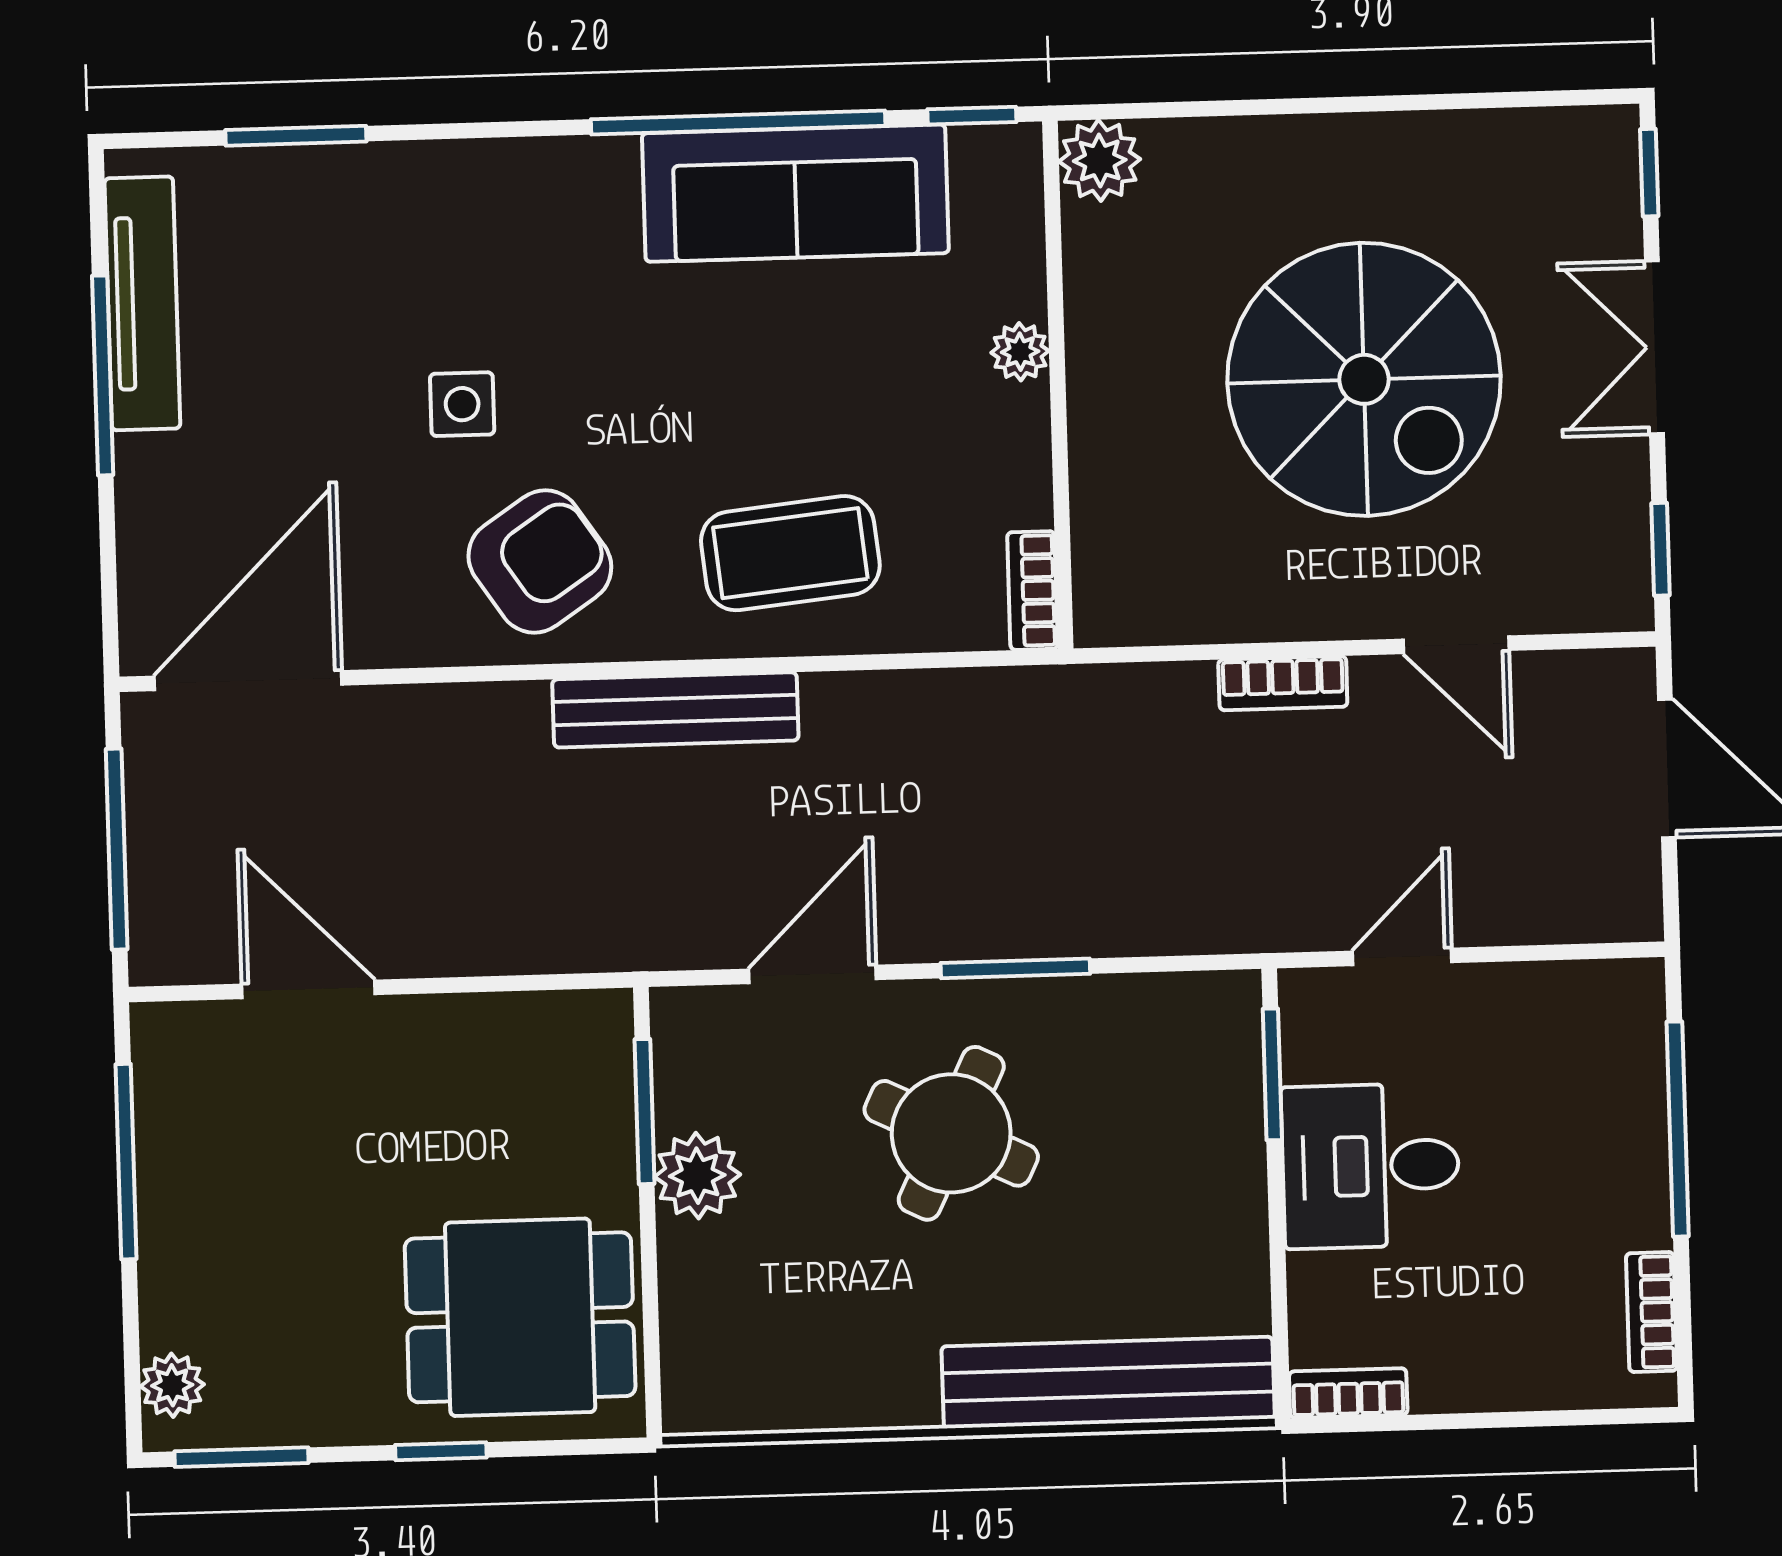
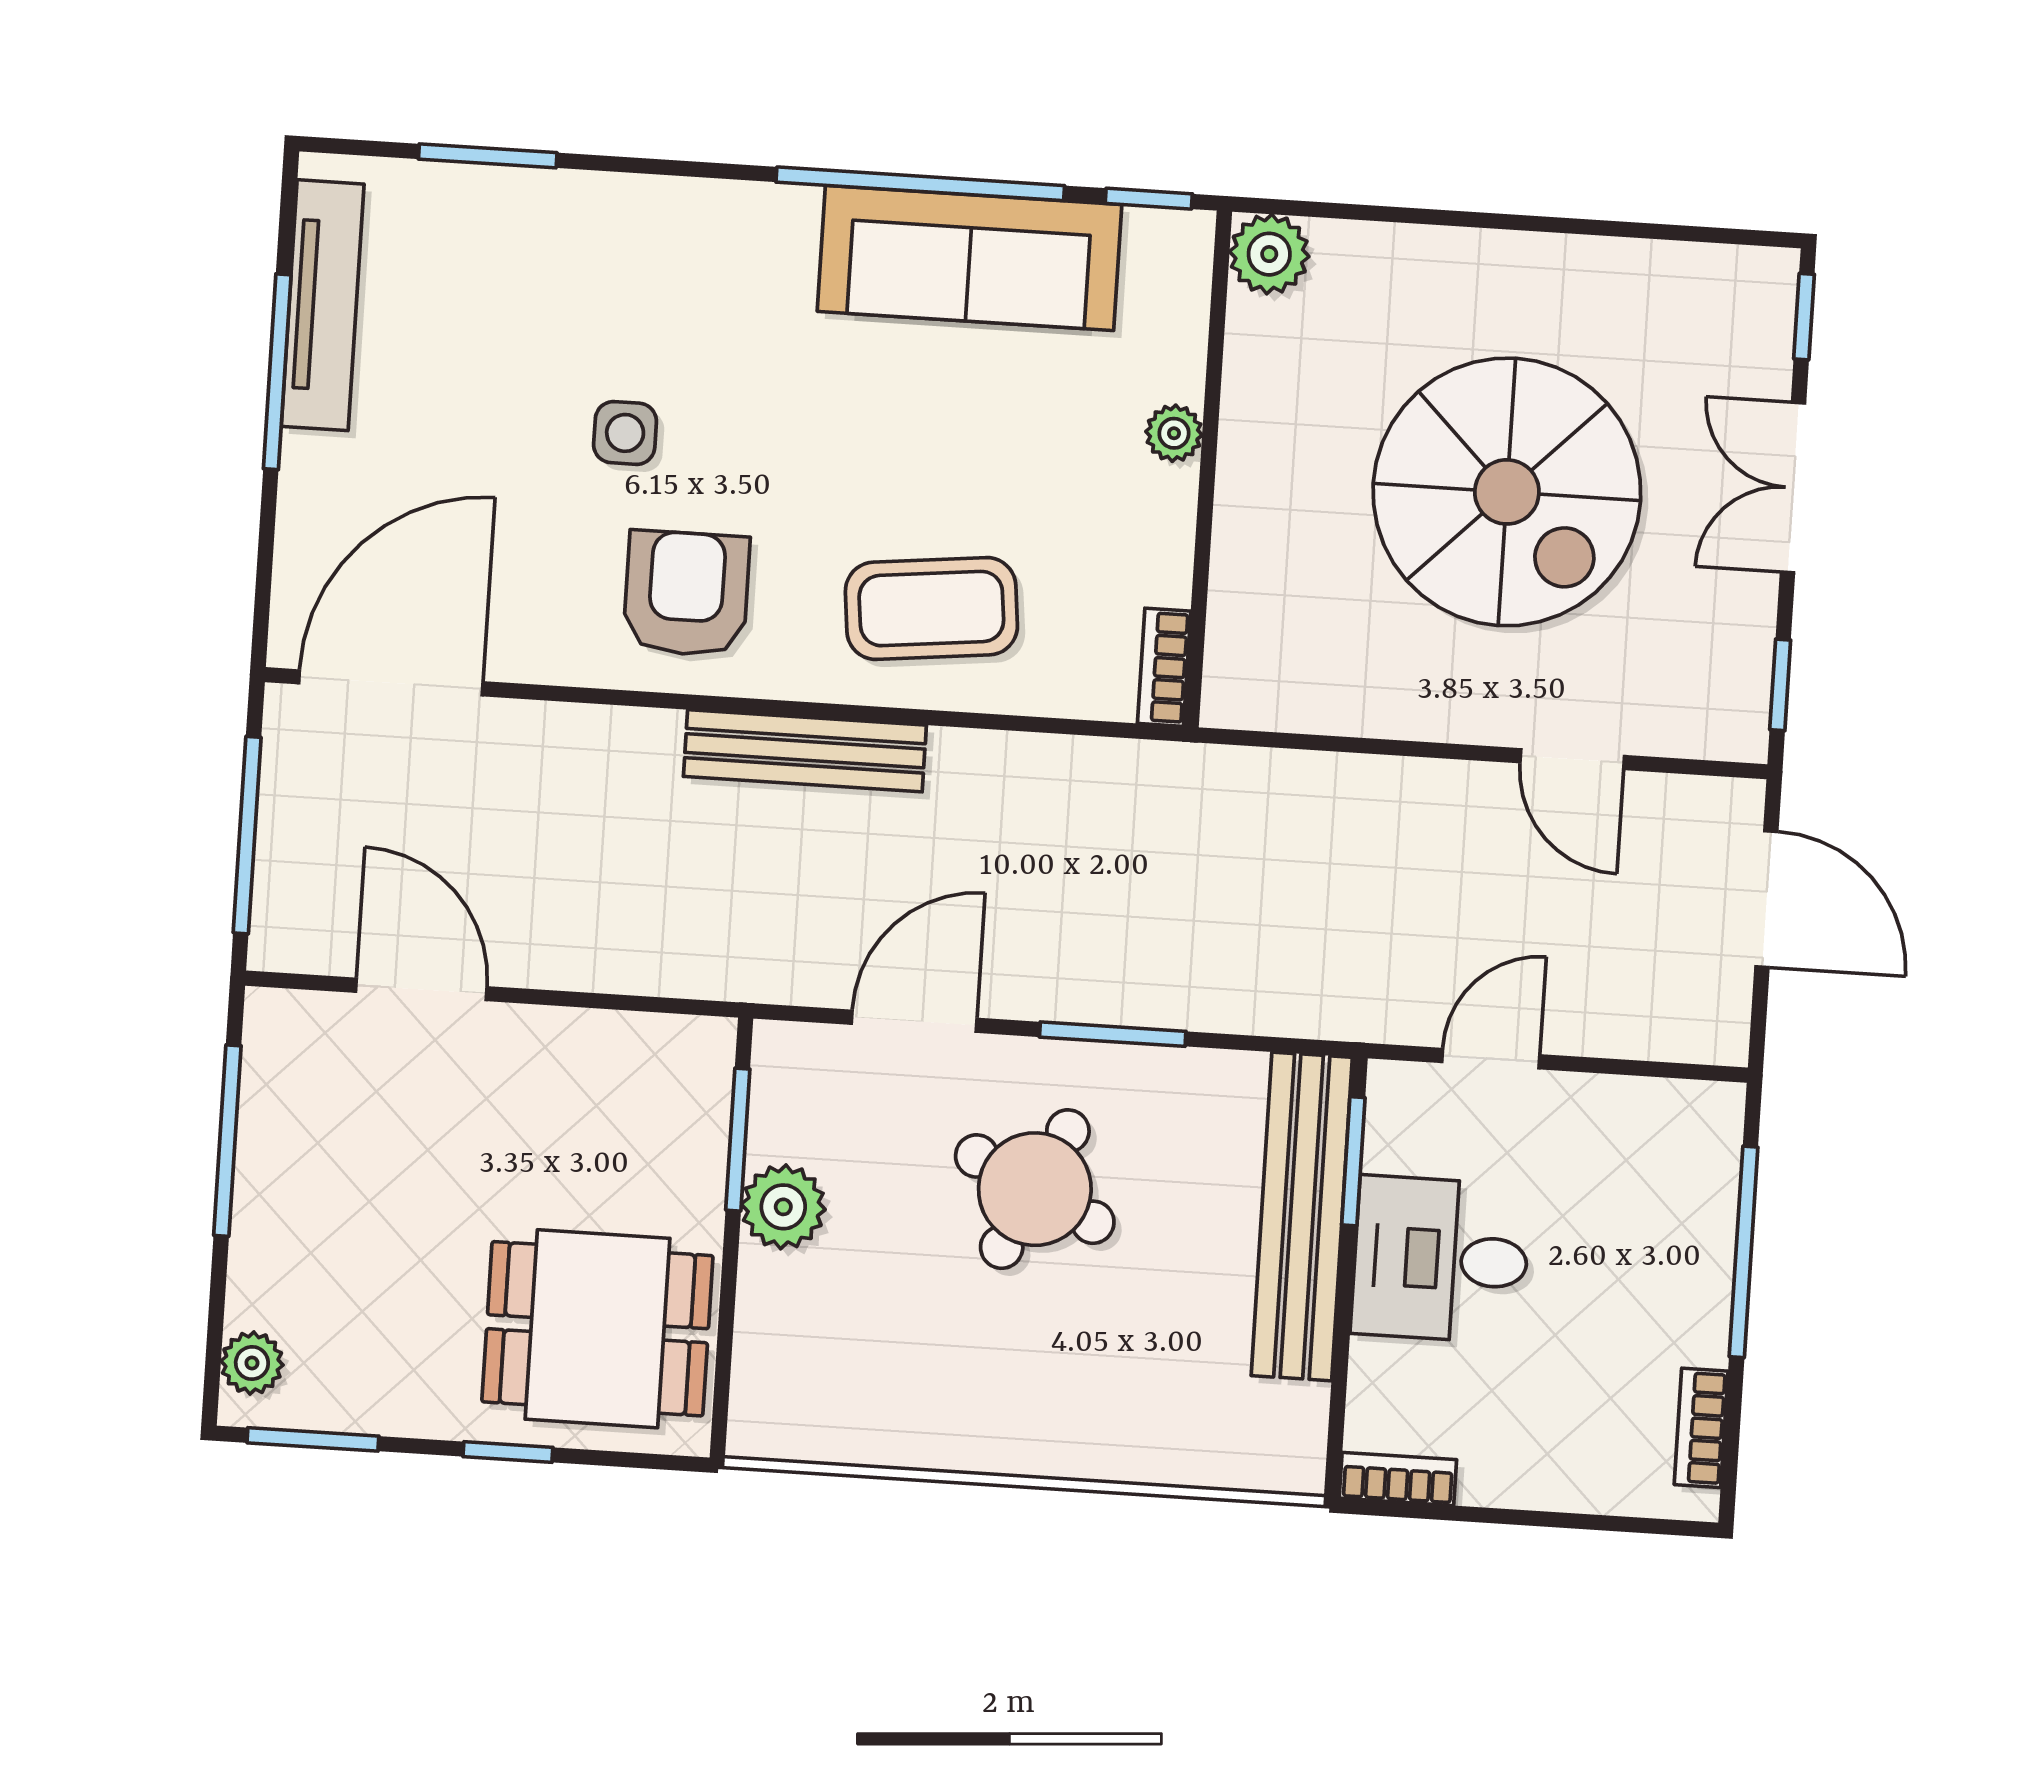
armchair: (540, 561) -> (686, 594), turned -56
bookcase: (1283, 683) -> (1400, 781), removed
bench: (1108, 1382) -> (1302, 1216), moved, turned 90

